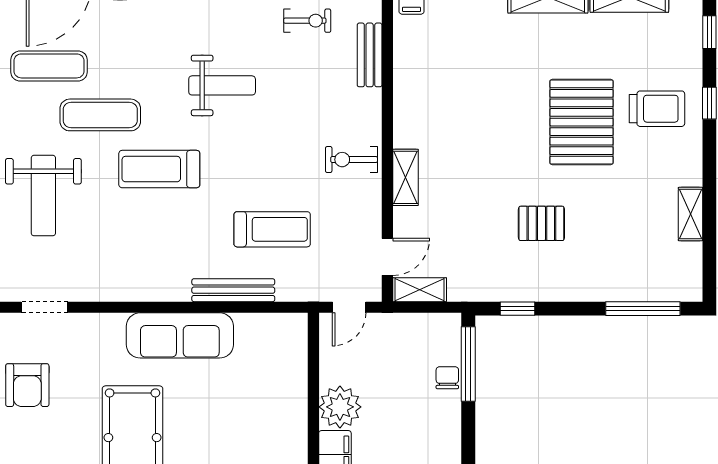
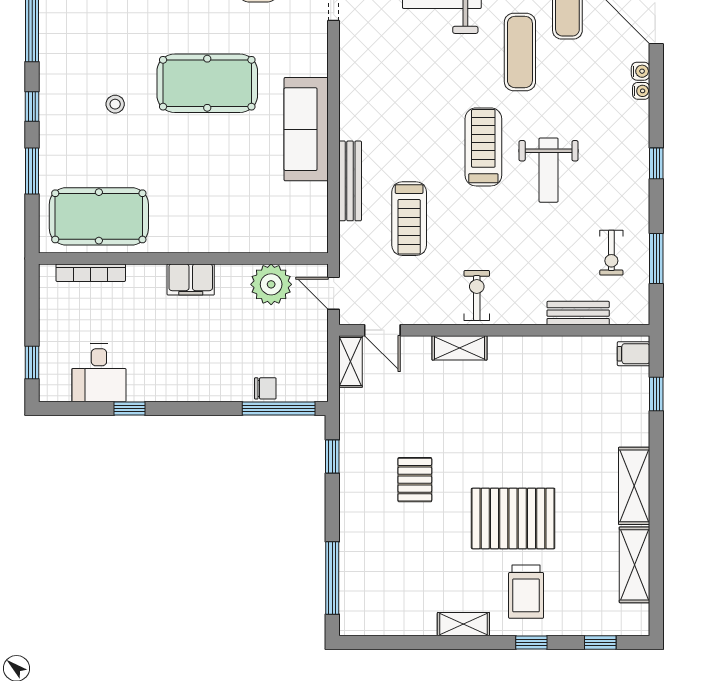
treadmill: (159, 169) -> (483, 147), moved
shelving: (690, 214) -> (463, 624), moved
plant: (340, 407) -> (271, 284), moved

